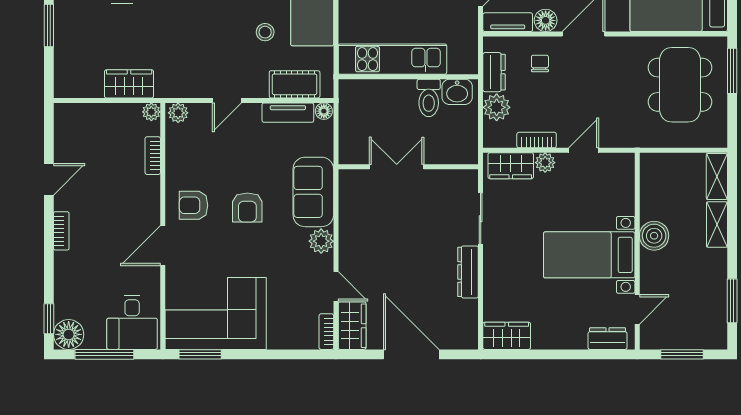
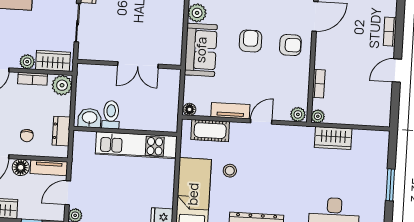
plant: (497, 107) -> (62, 85), moved
tv unit: (288, 113) -> (230, 111), moved

